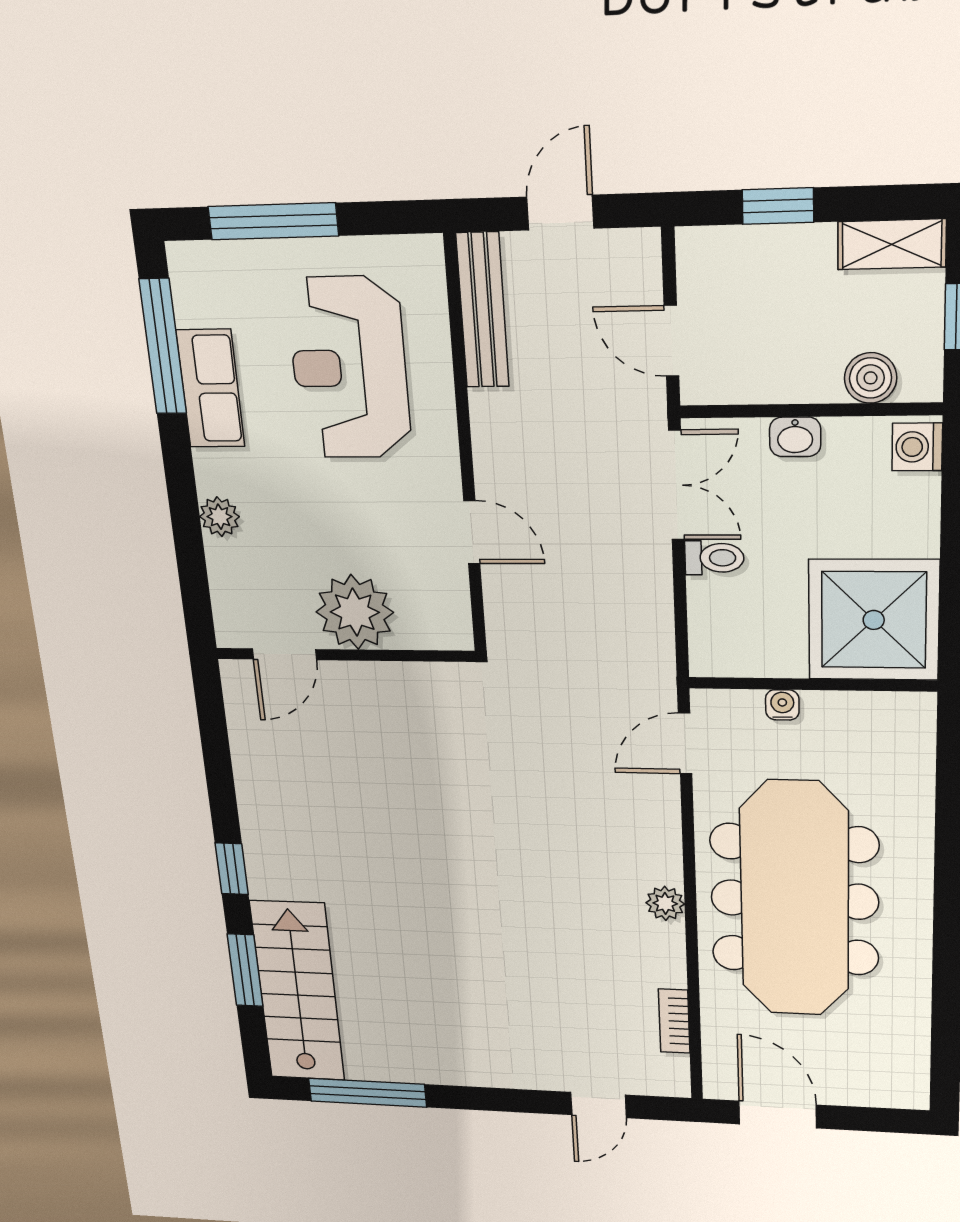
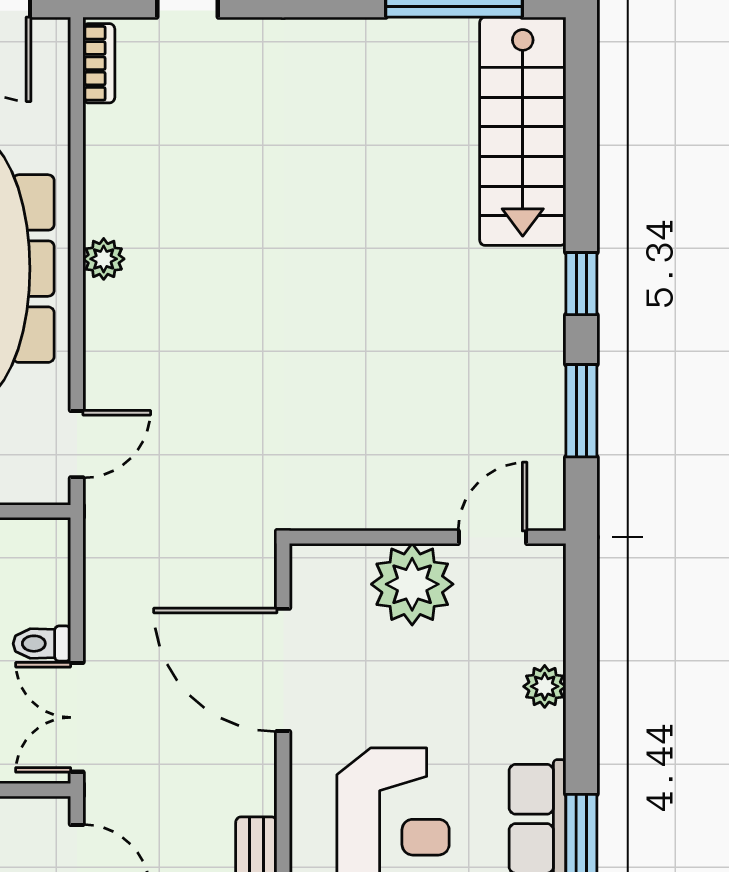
door: (472, 532) -> (283, 670), width x1.88
window: (245, 970) -> (581, 411), moved
bookcase: (674, 1021) -> (99, 63), moved

